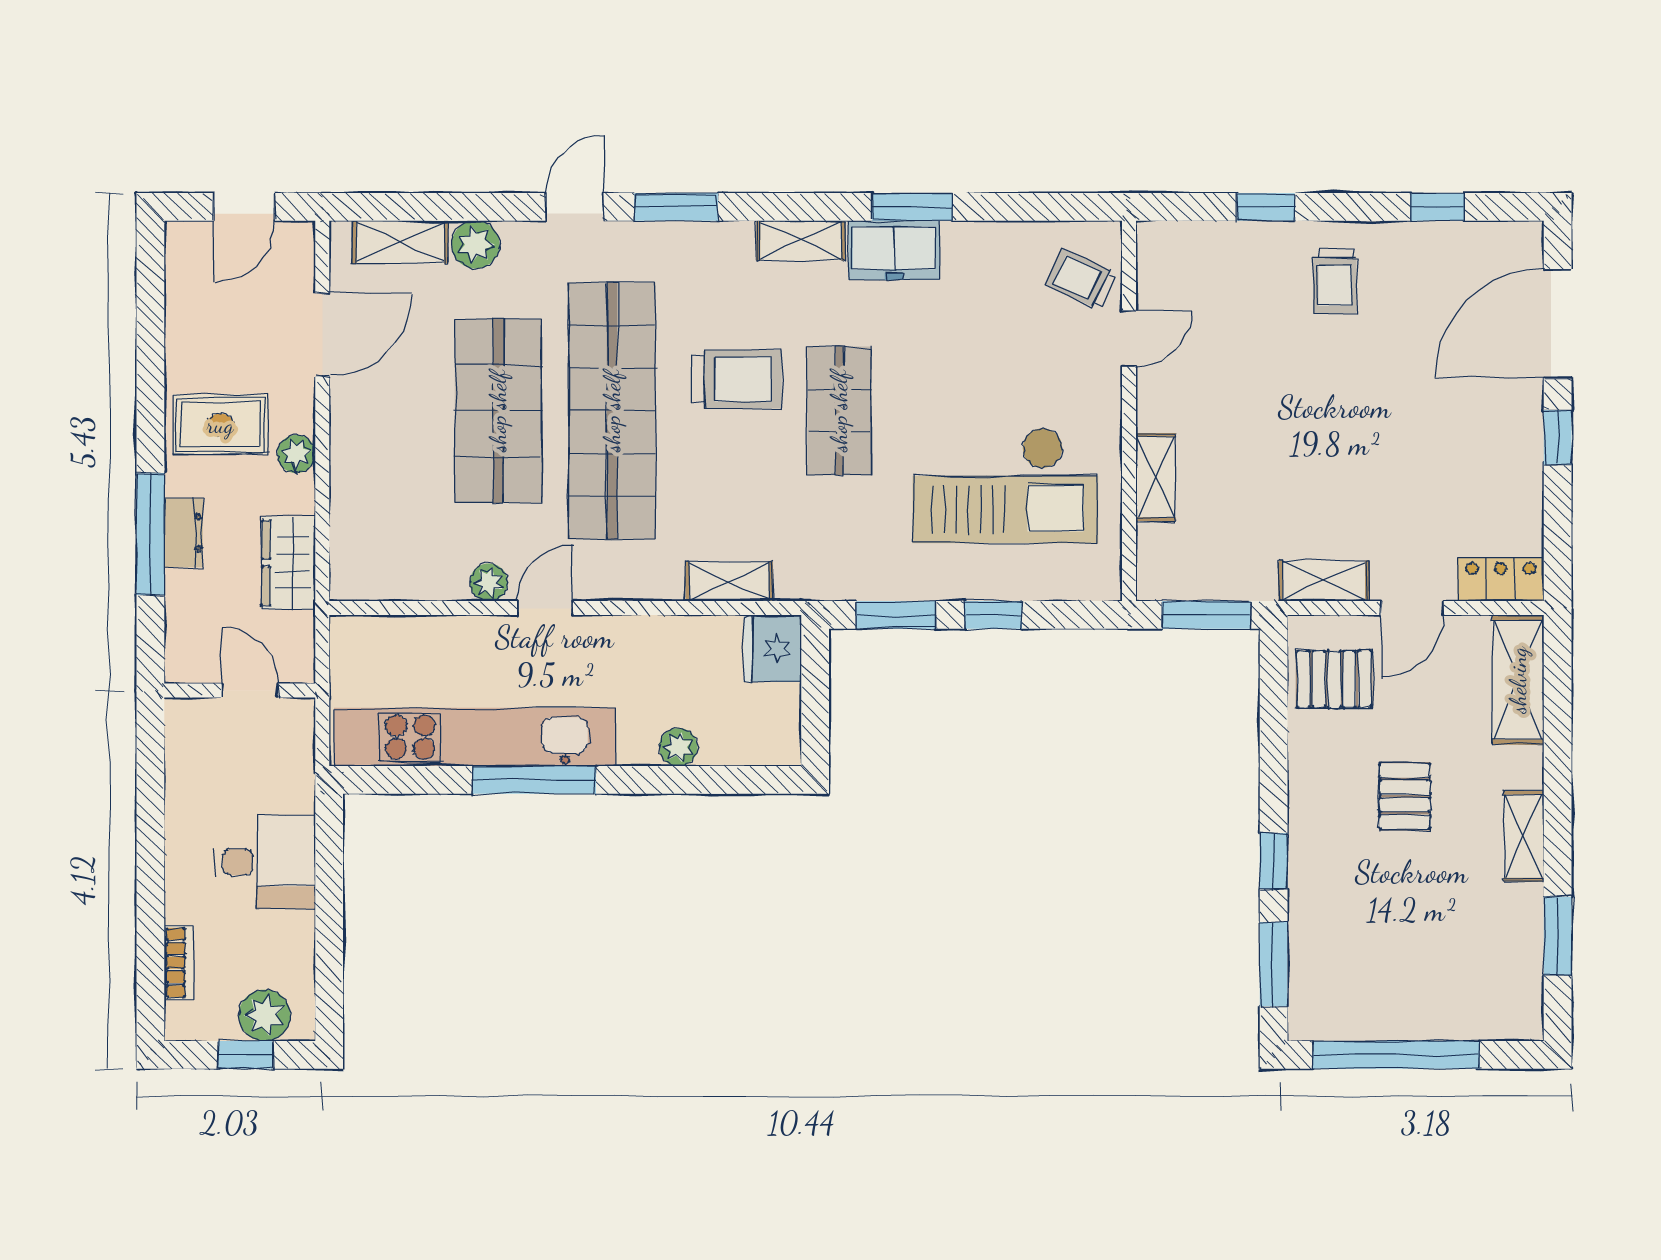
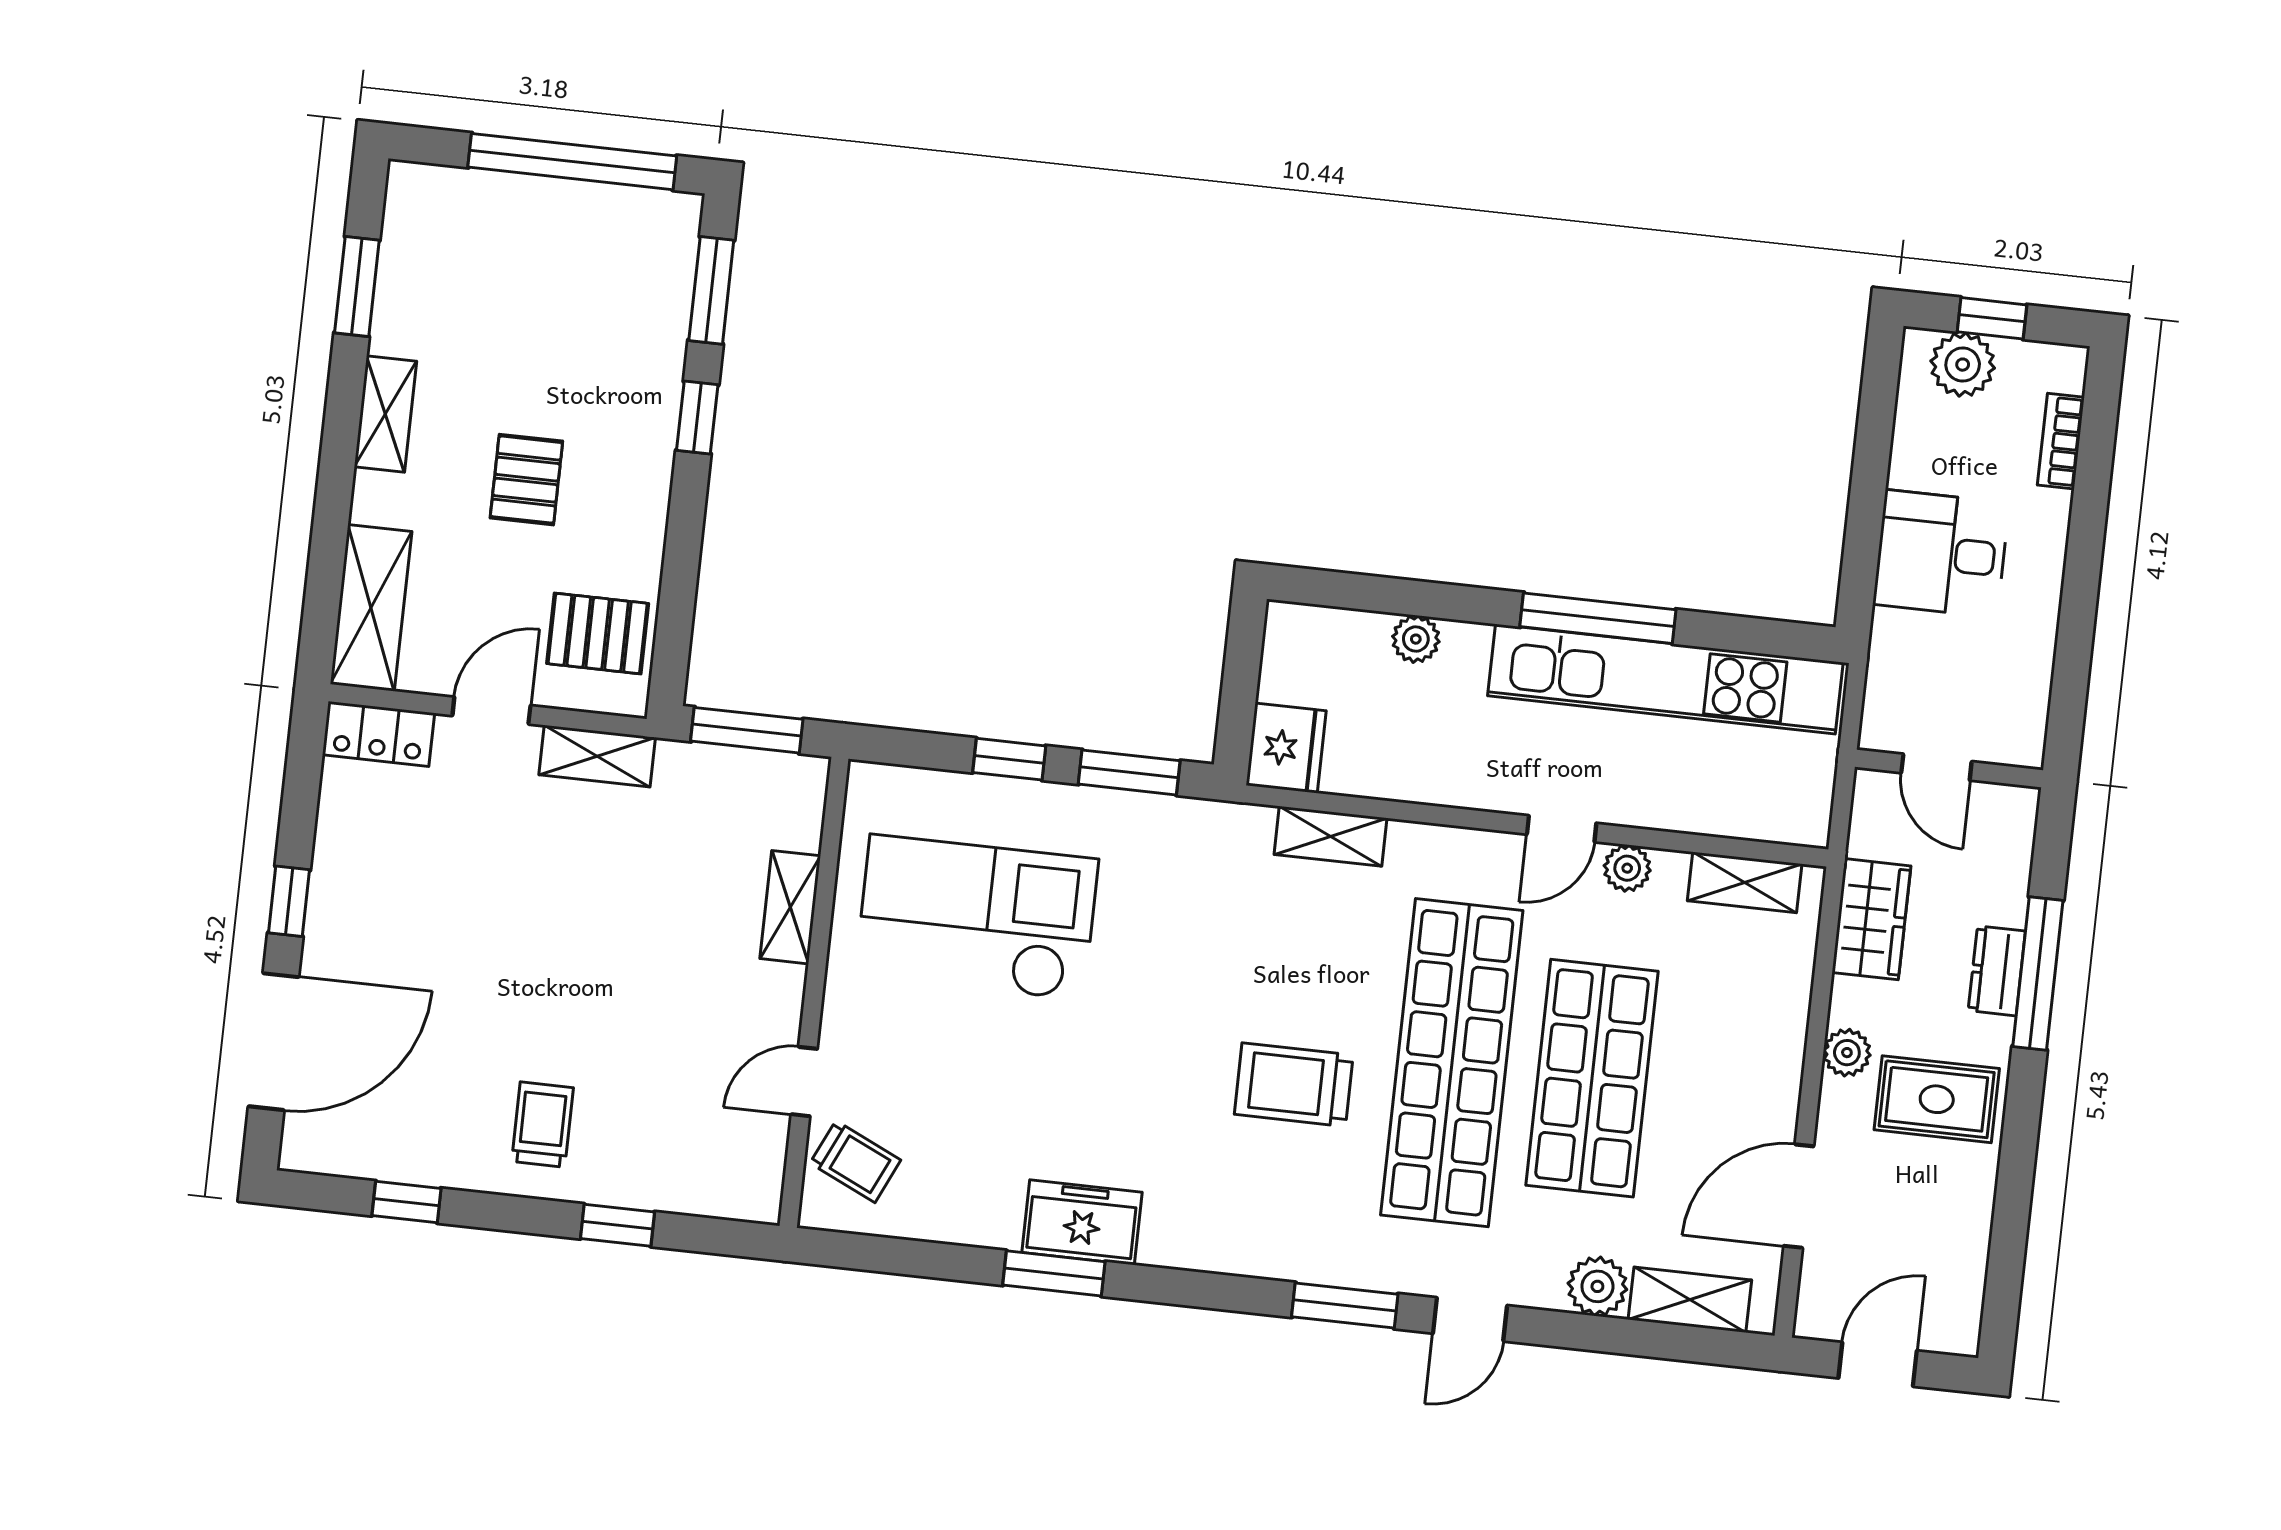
shelving: (801, 241) -> (1745, 882), moved
shop shelf: (839, 411) -> (1171, 1032), removed

